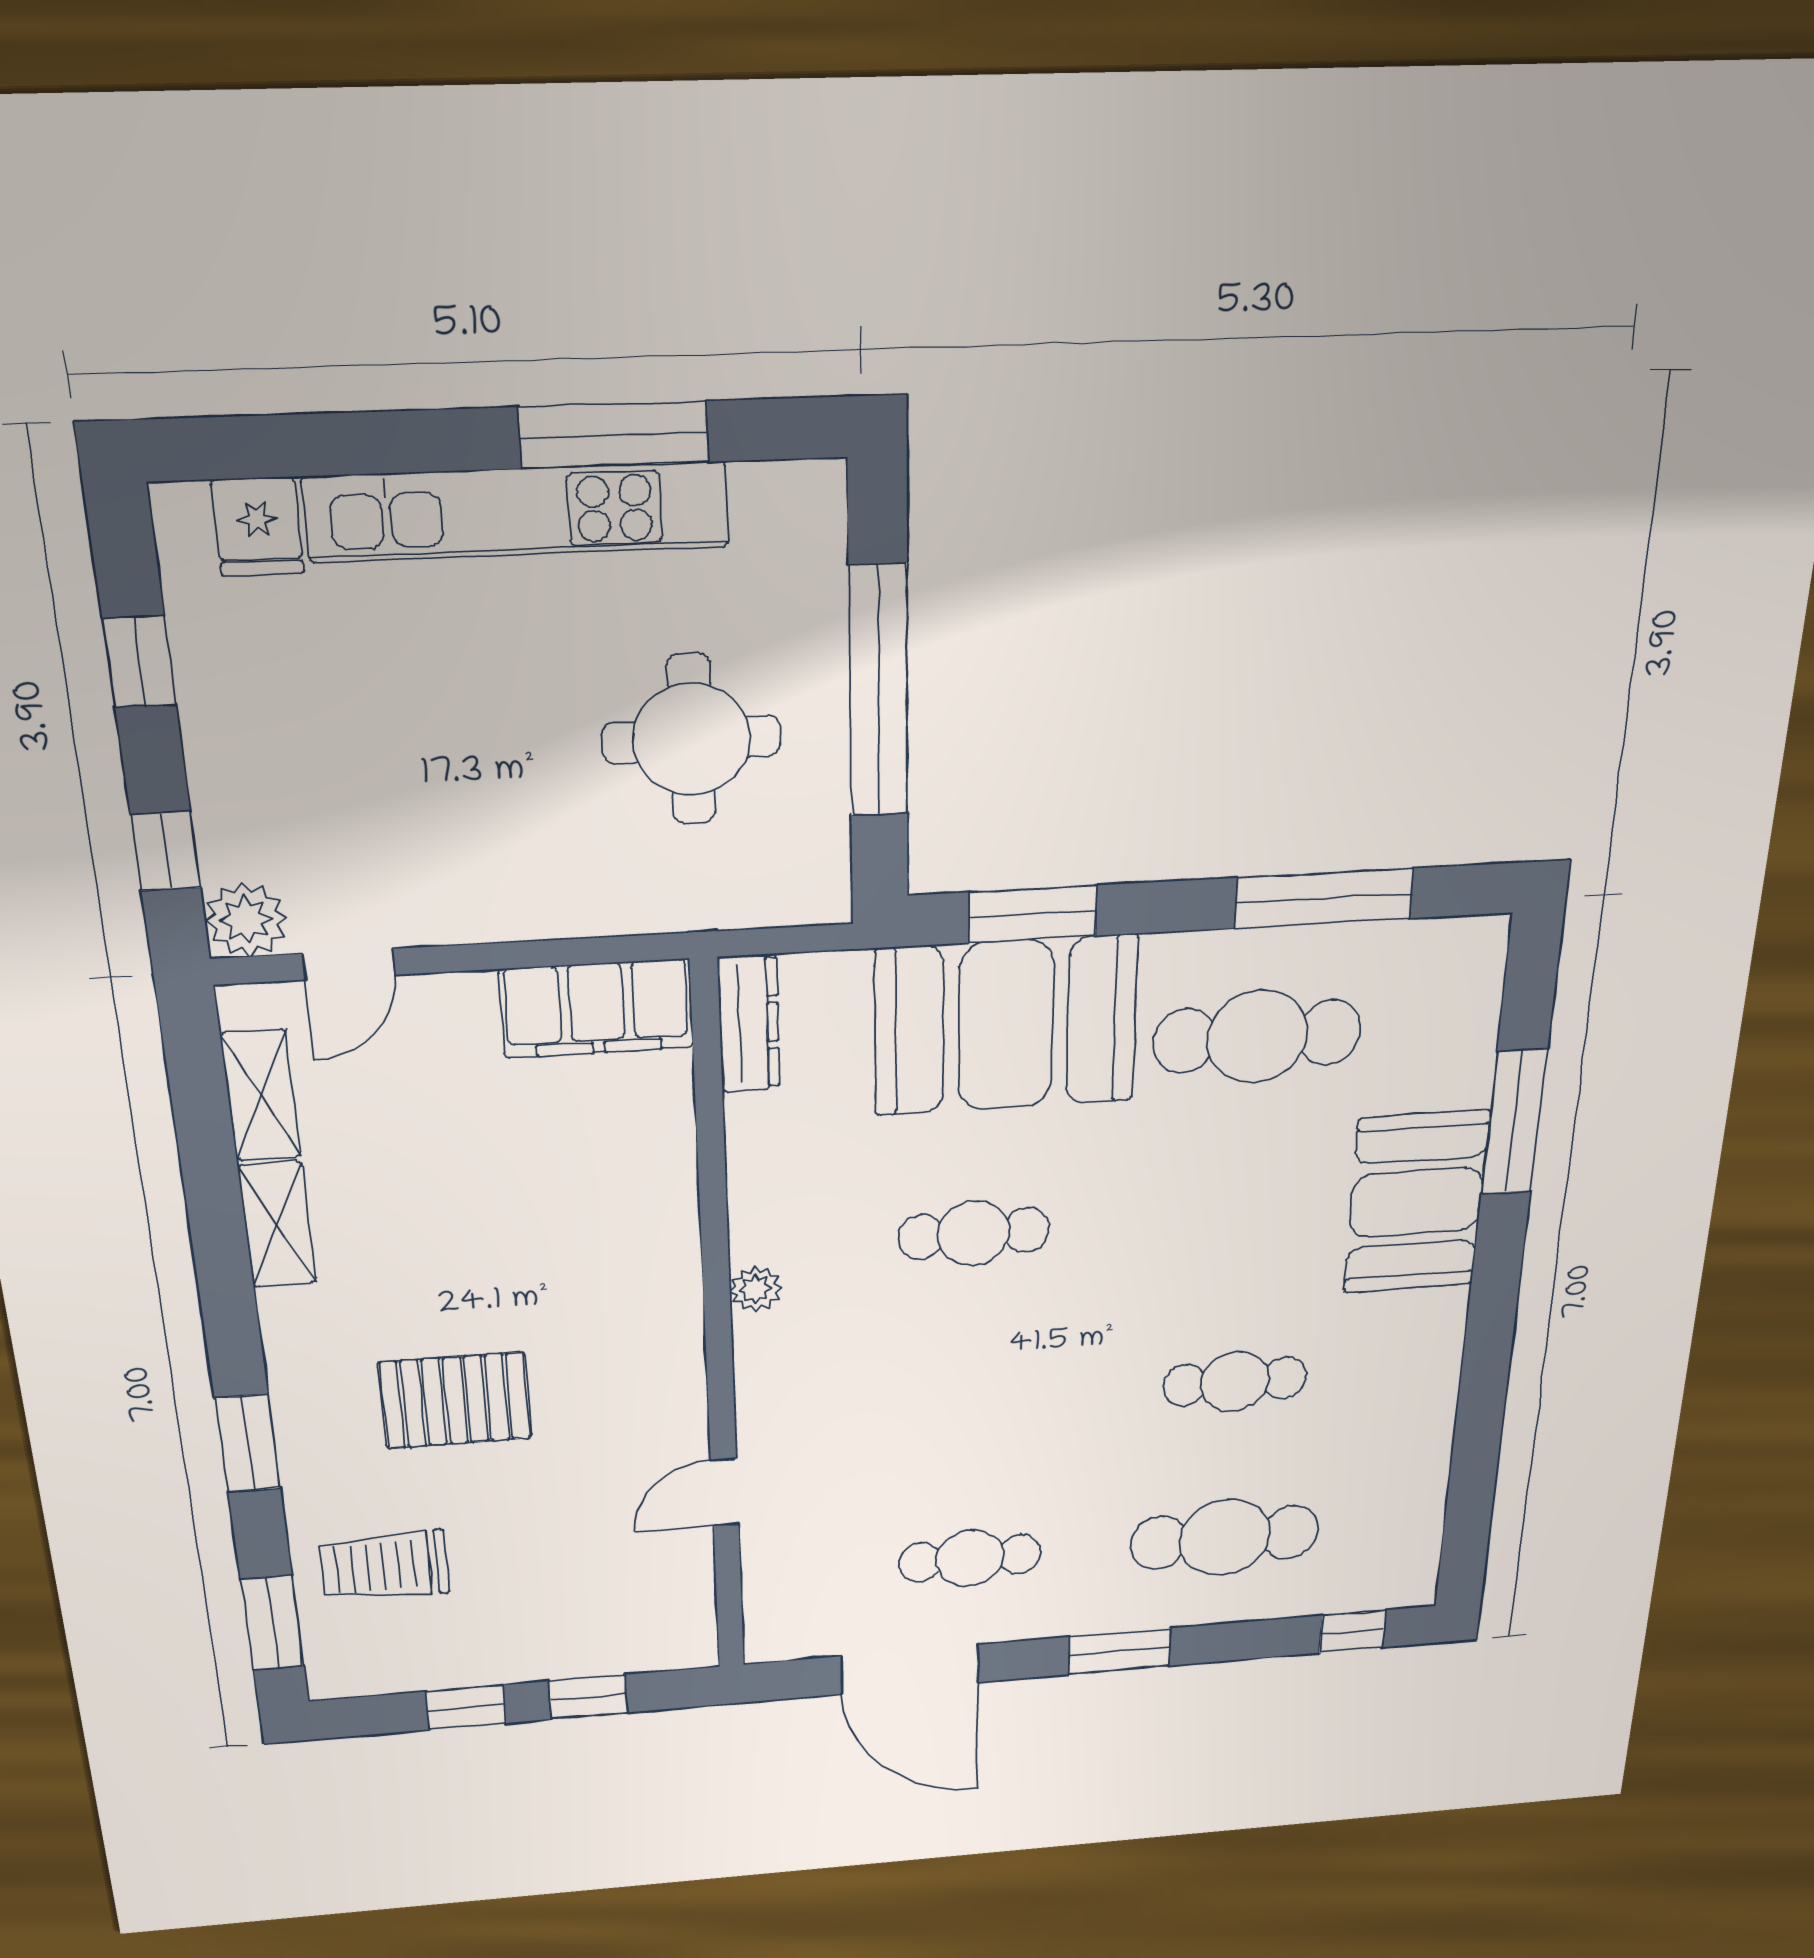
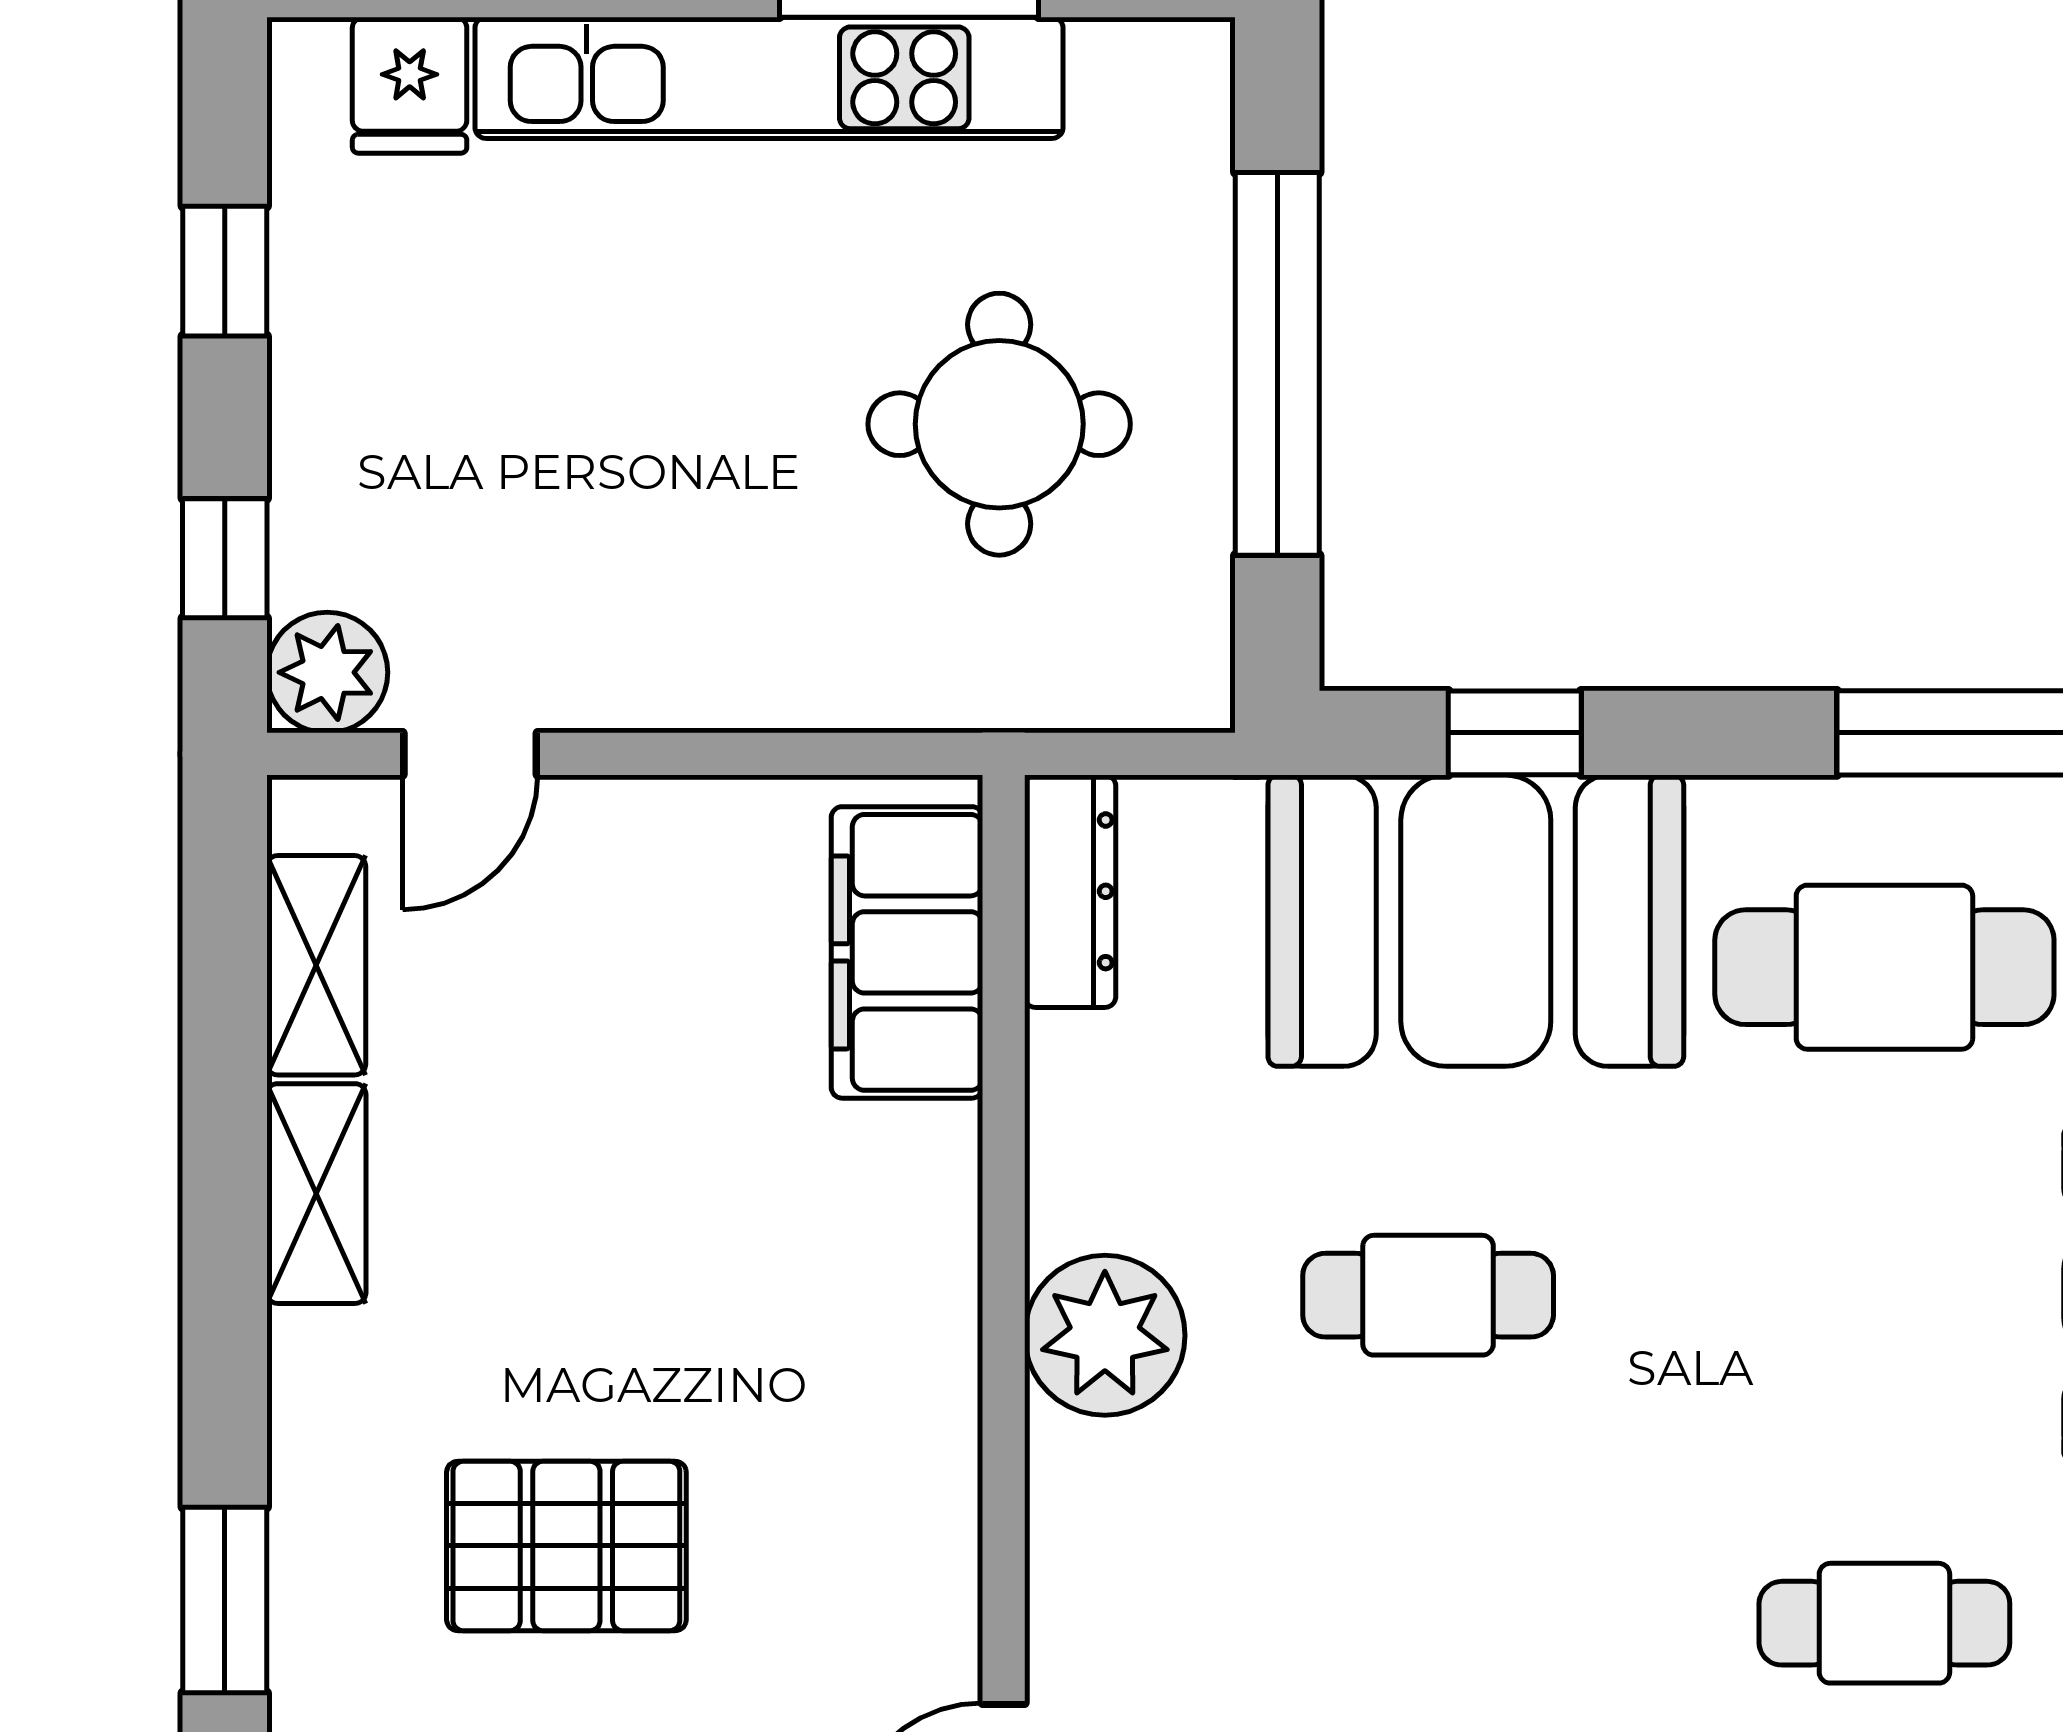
window: (1033, 914) -> (1515, 733), width x0.67
filing cabinet: (597, 1008) -> (907, 952), moved, turned 90
plant: (756, 1289) -> (1105, 1335), width x1.87, depth x1.87

